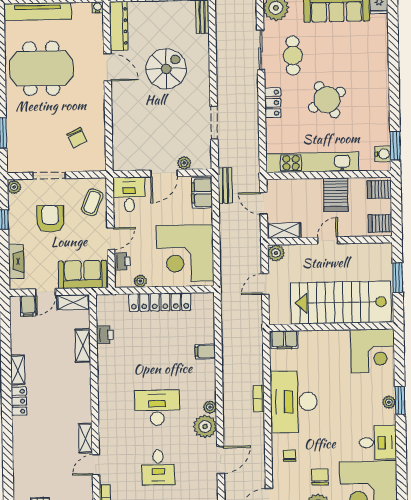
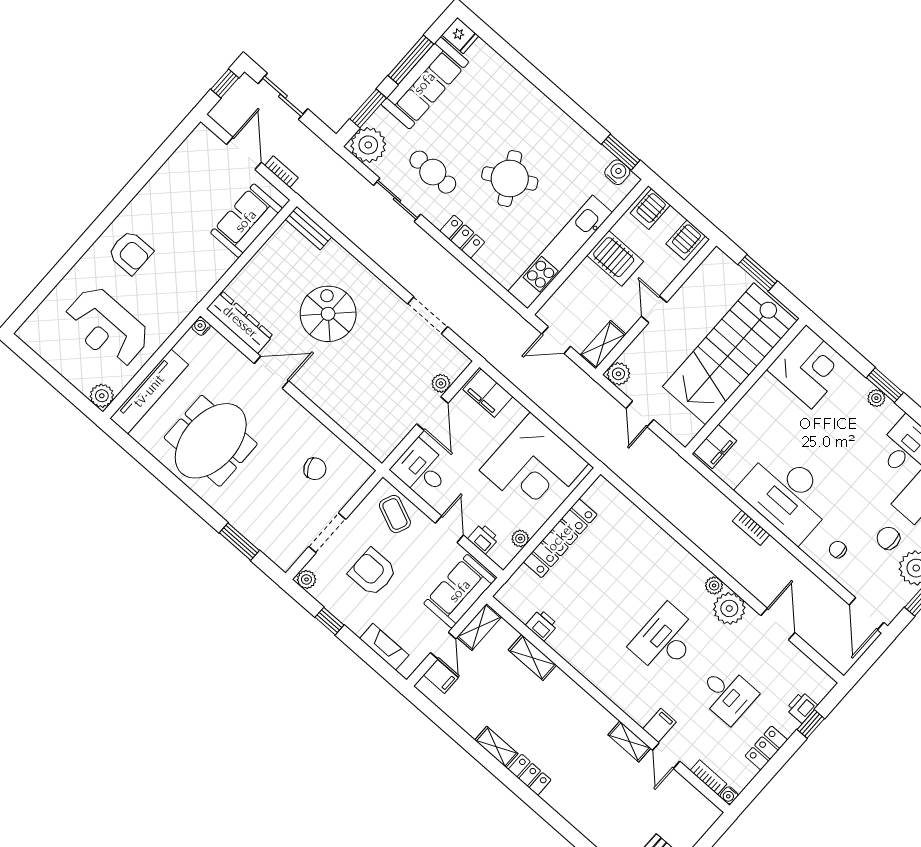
bench: (225, 185) -> (502, 362), removed
filing cabinet: (205, 351) -> (659, 725), moved, turned 180

